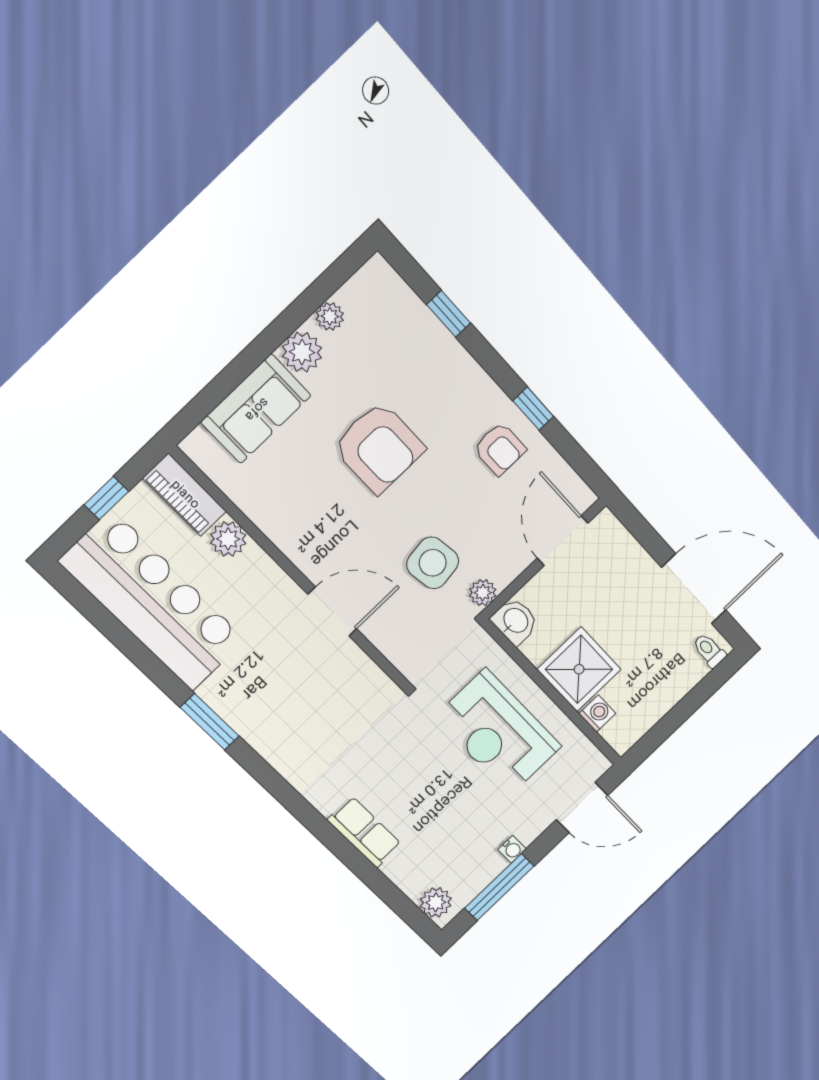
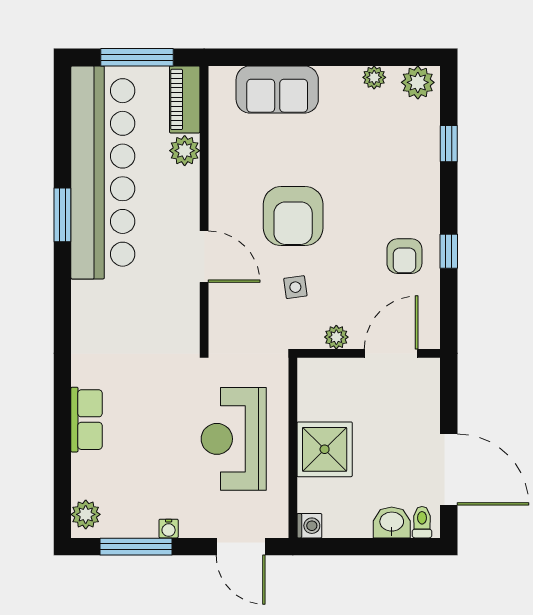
plant: (302, 352) -> (418, 82), moved
armchair: (379, 447) -> (293, 216), moved
window: (106, 498) -> (137, 57), width x2.17
side table: (433, 563) -> (295, 287), width x0.54, depth x0.54
plant: (483, 593) -> (336, 337), moved
bar counter: (153, 601) -> (103, 172), width x1.36
washbasin: (515, 621) -> (392, 522), moved, turned -90
washing machine: (597, 713) -> (309, 526), moved
window: (210, 722) -> (62, 215), moved

